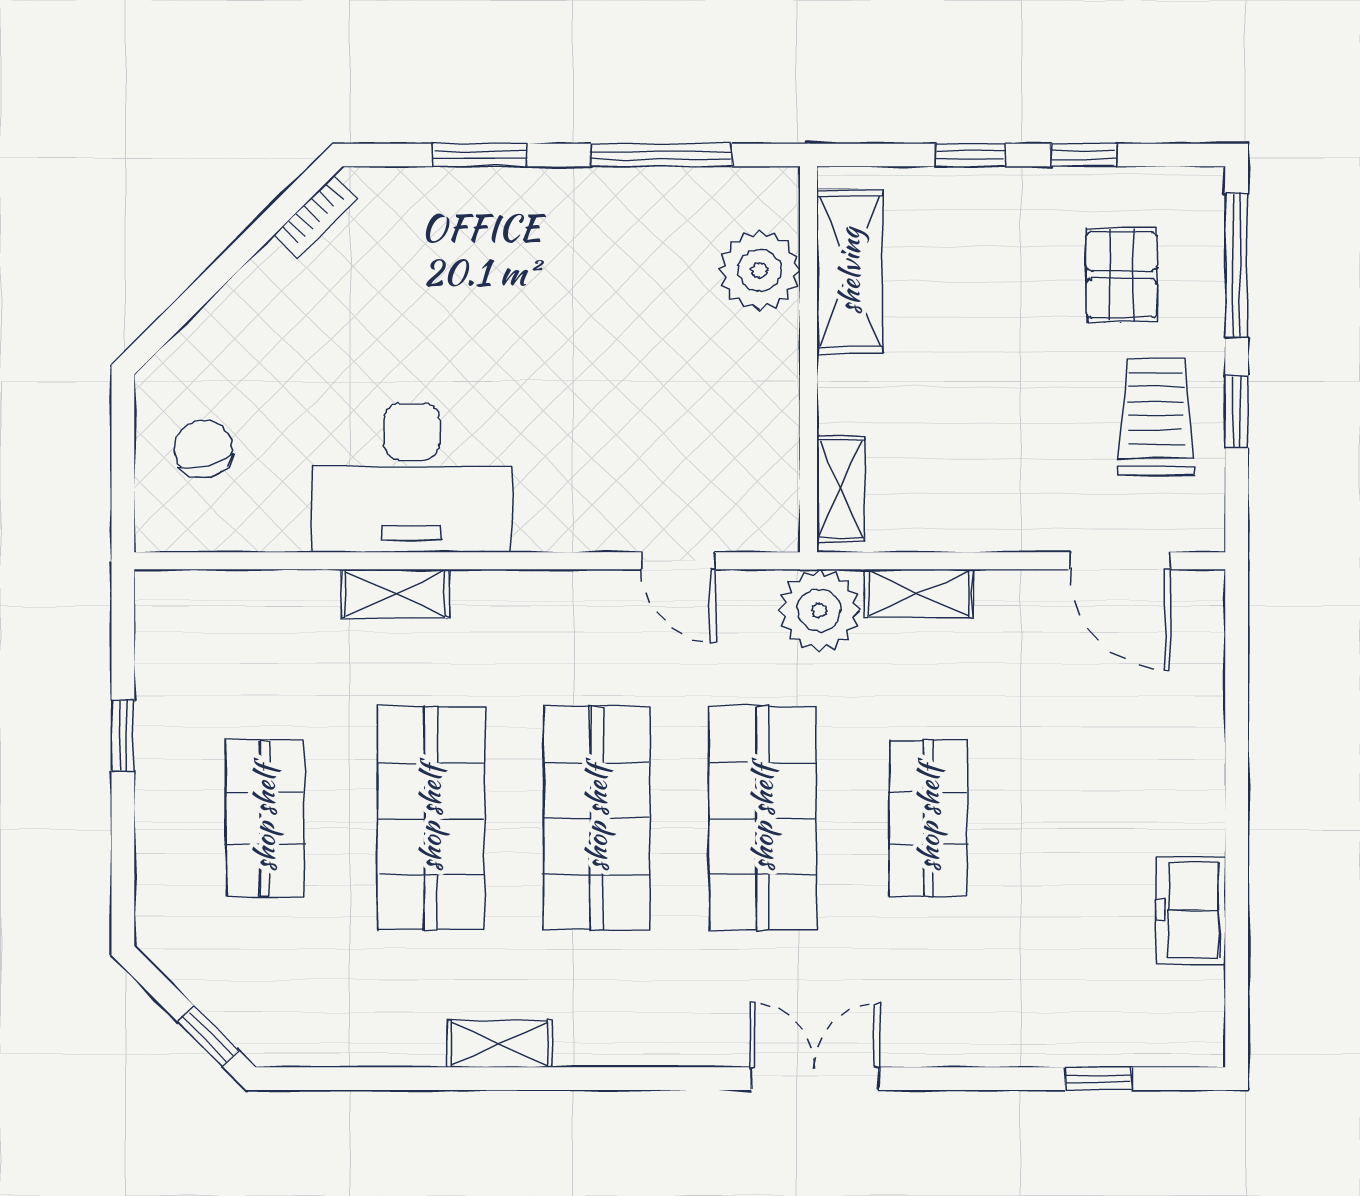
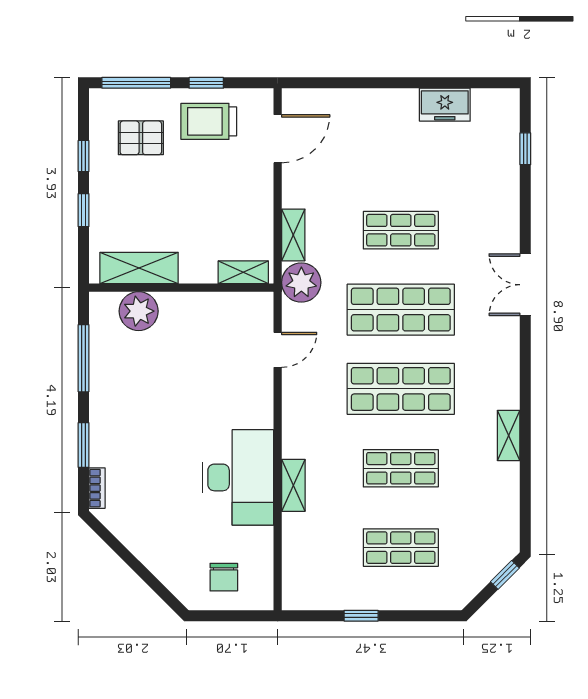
bookcase: (315, 217) -> (97, 488), moved, turned 45
chair: (203, 448) -> (224, 577), turned -76
shop shelf: (431, 818) -> (401, 468), width x0.70, depth x0.74

